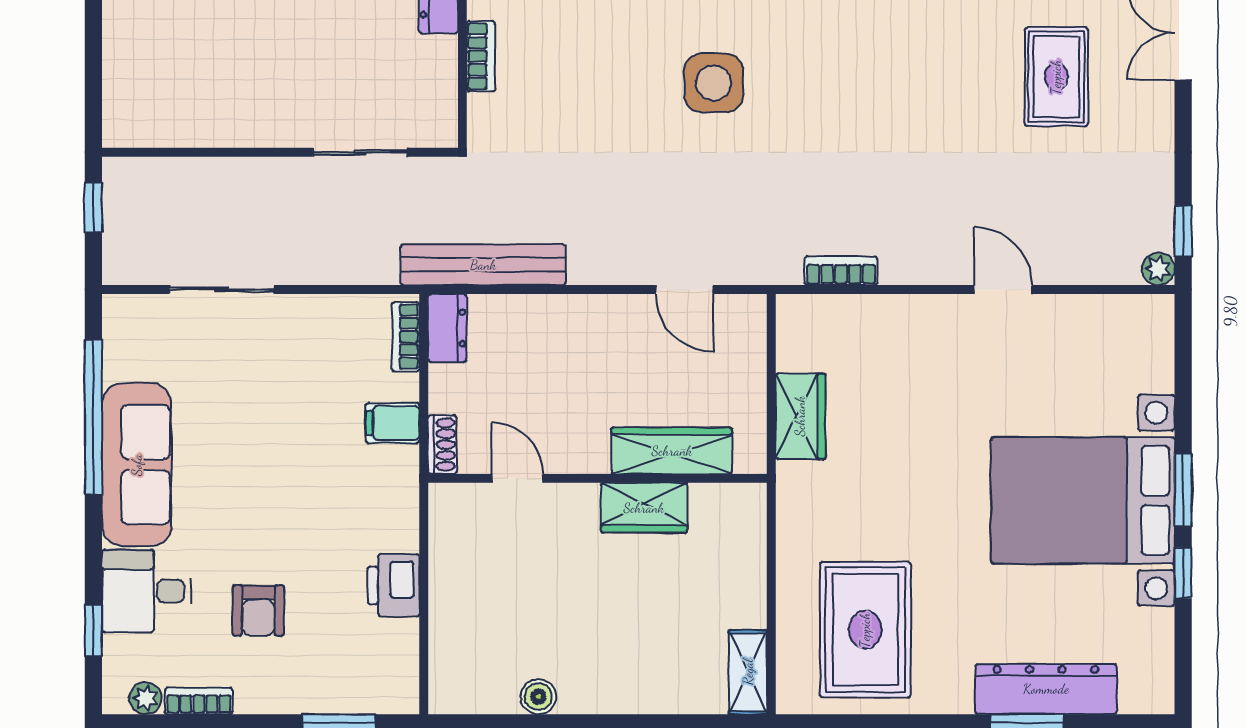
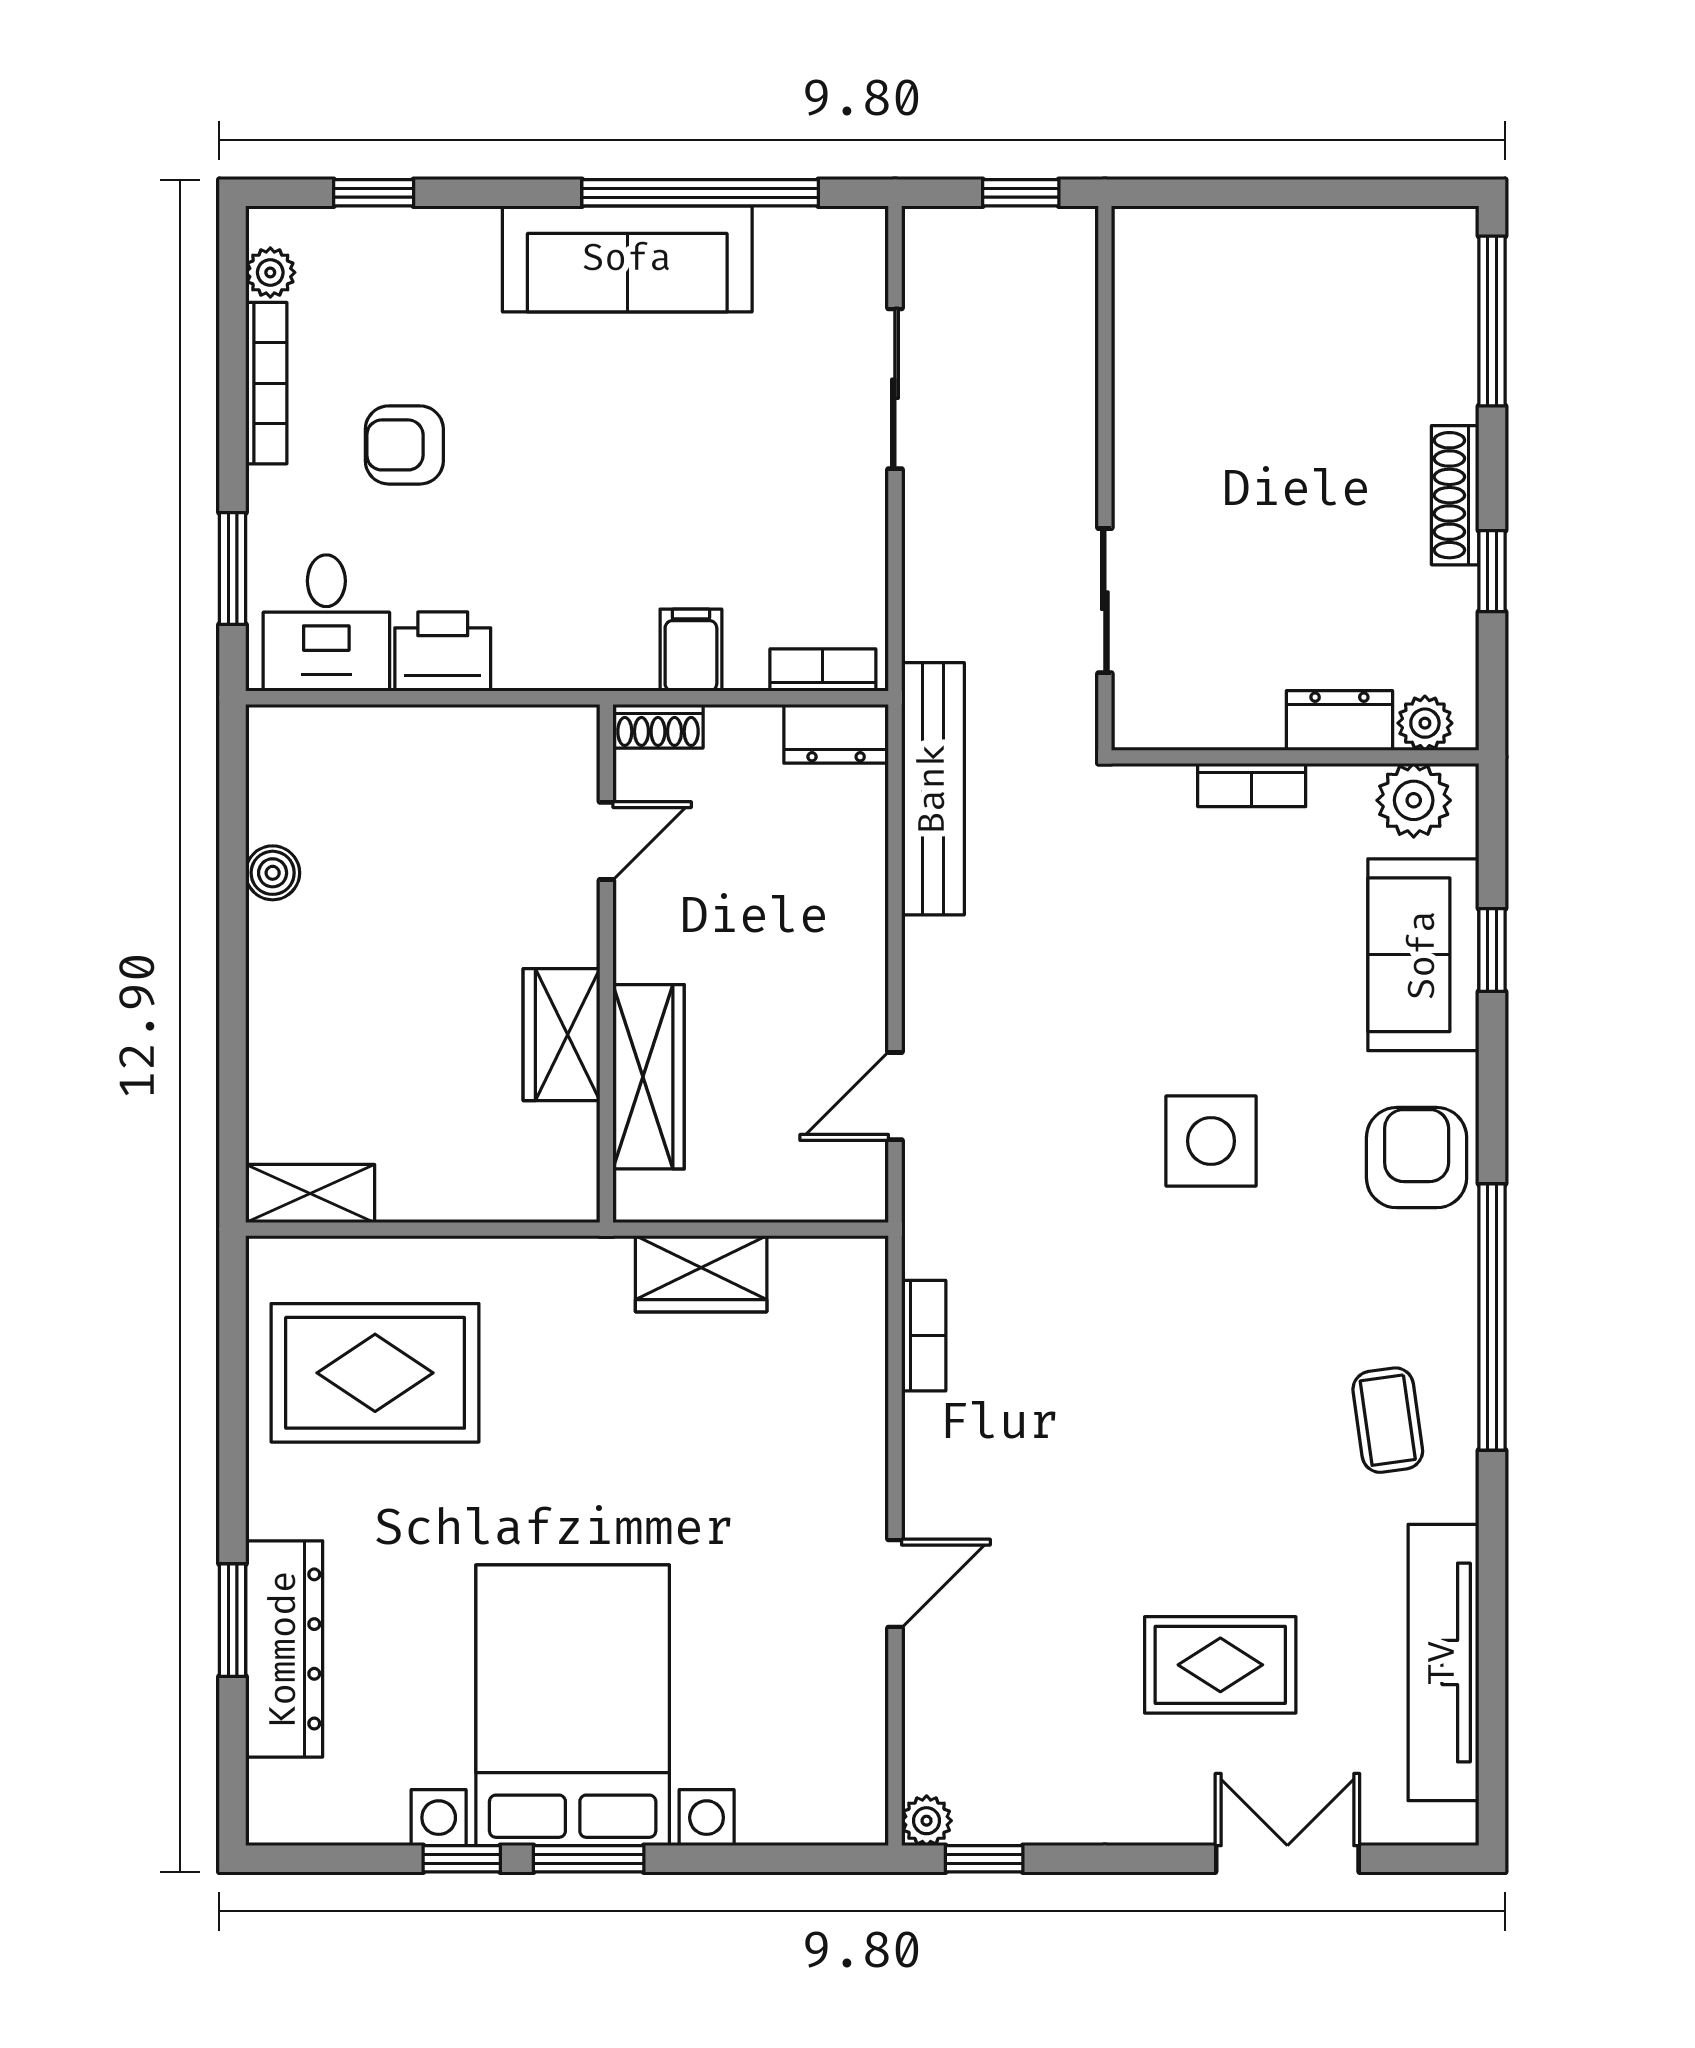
desk: (147, 591) -> (326, 623), moved, turned 180
bookcase: (199, 701) -> (266, 383), width x1.56

